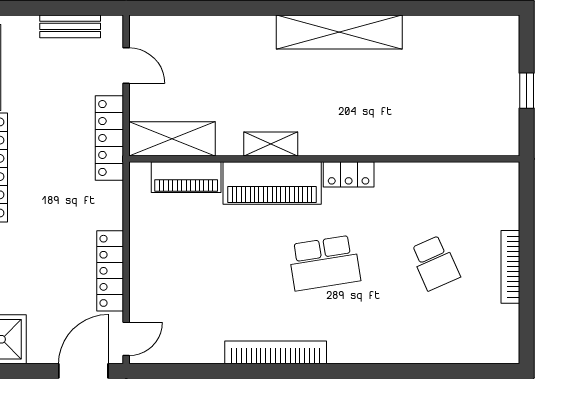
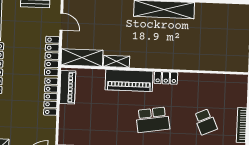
shelving: (271, 144) -> (116, 61), moved
piano: (186, 177) -> (68, 87), moved, turned -90
locker: (110, 271) -> (51, 97), moved

